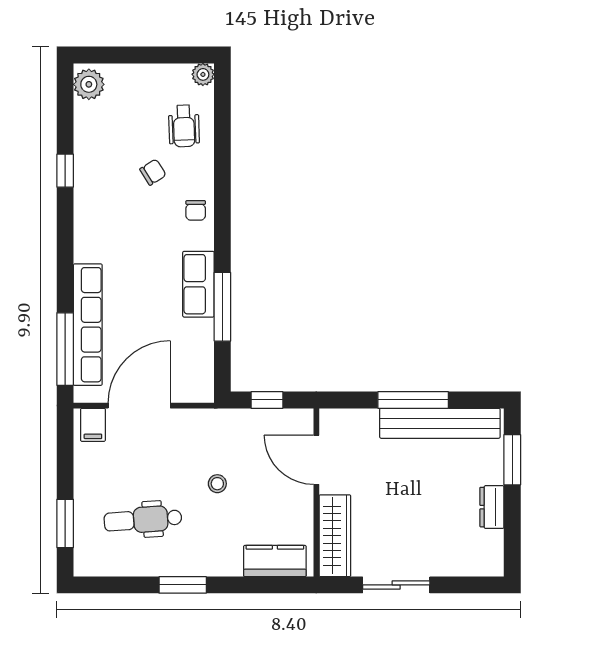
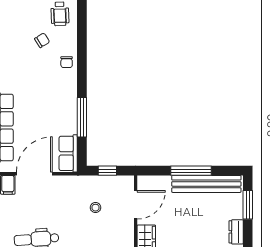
row of seats: (198, 284) -> (68, 153), moved
door: (316, 460) -> (136, 205), swing flipped
stool: (217, 484) -> (95, 208), moved

